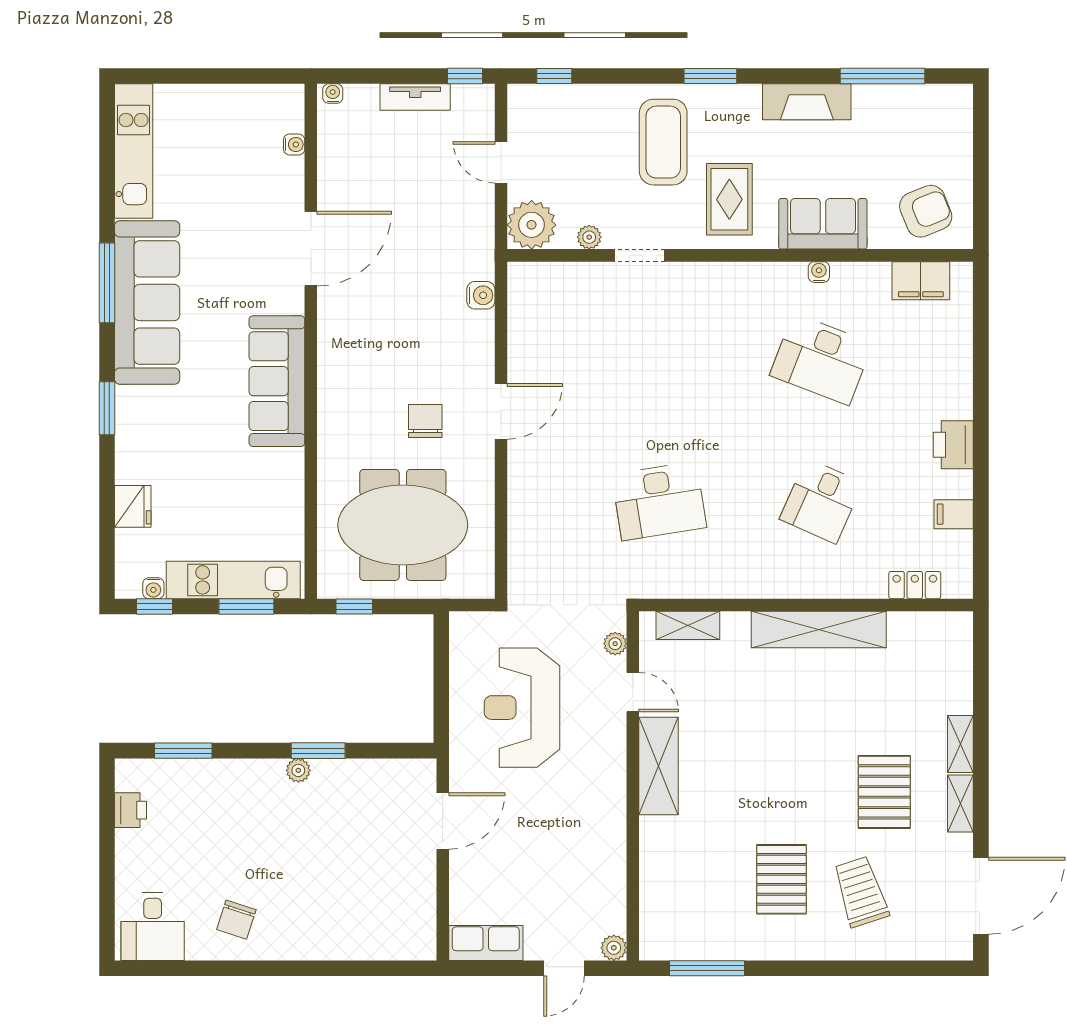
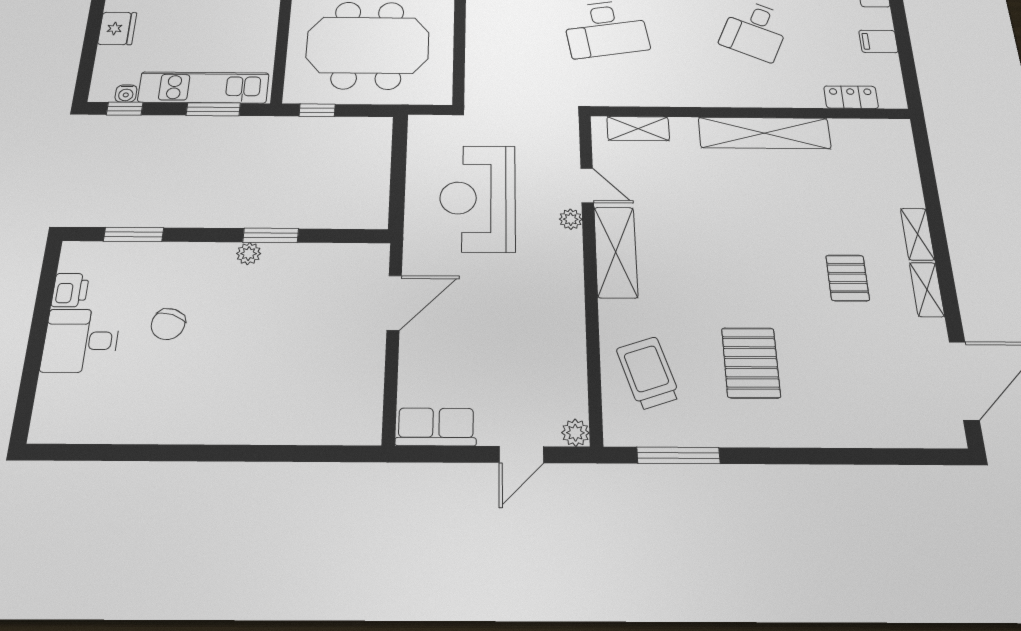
plant: (615, 644) -> (571, 219), moved
pallet: (884, 792) -> (848, 278), width x0.67, depth x0.71
trolley: (861, 892) -> (648, 373), moved
chair: (236, 920) -> (168, 324), moved
desk: (153, 927) -> (81, 341), moved, turned 90

